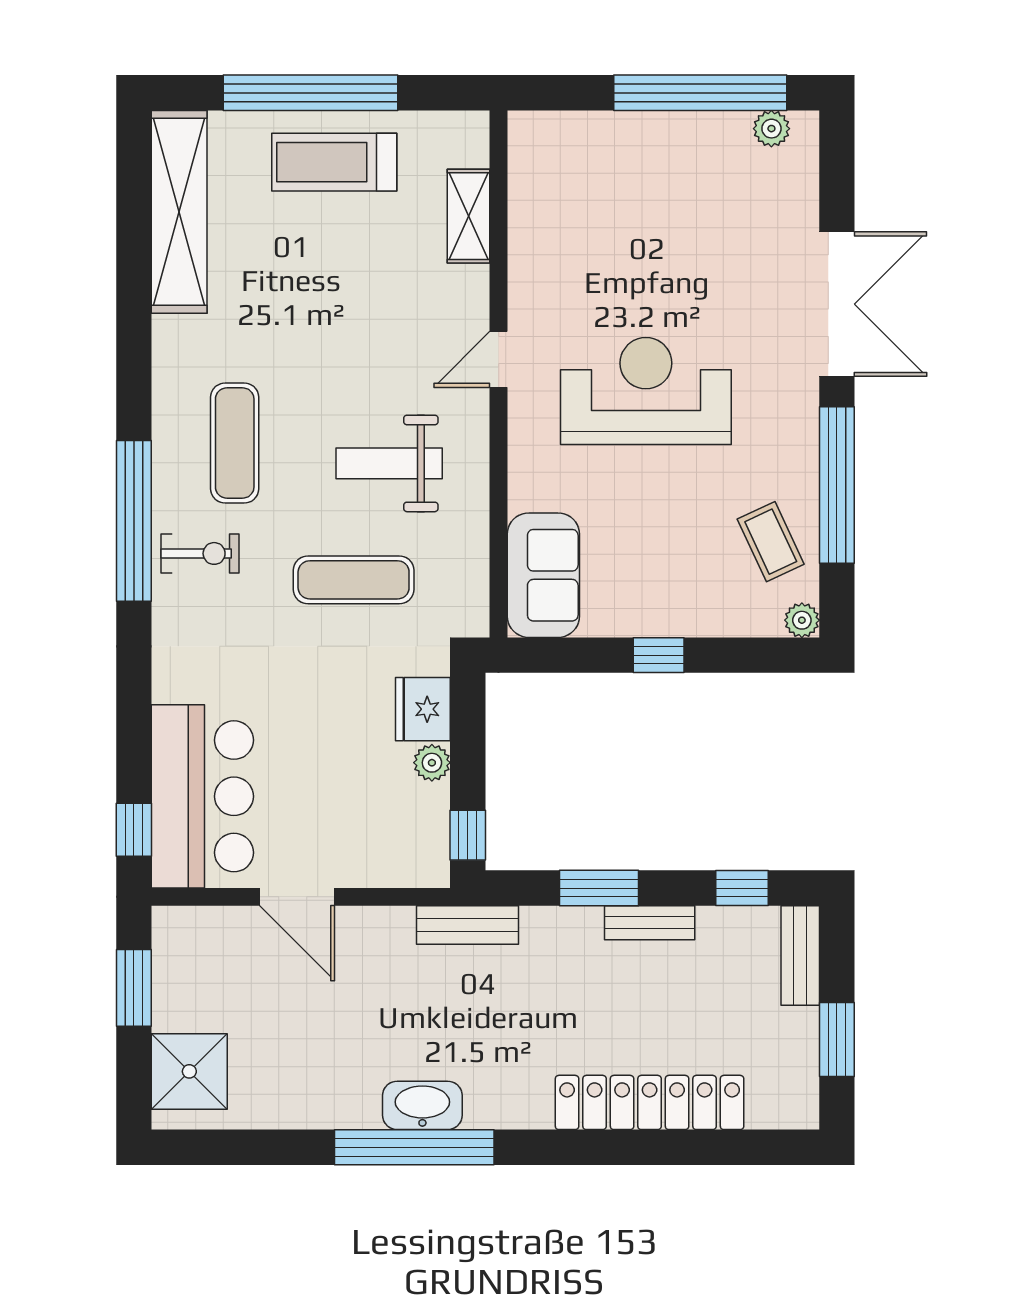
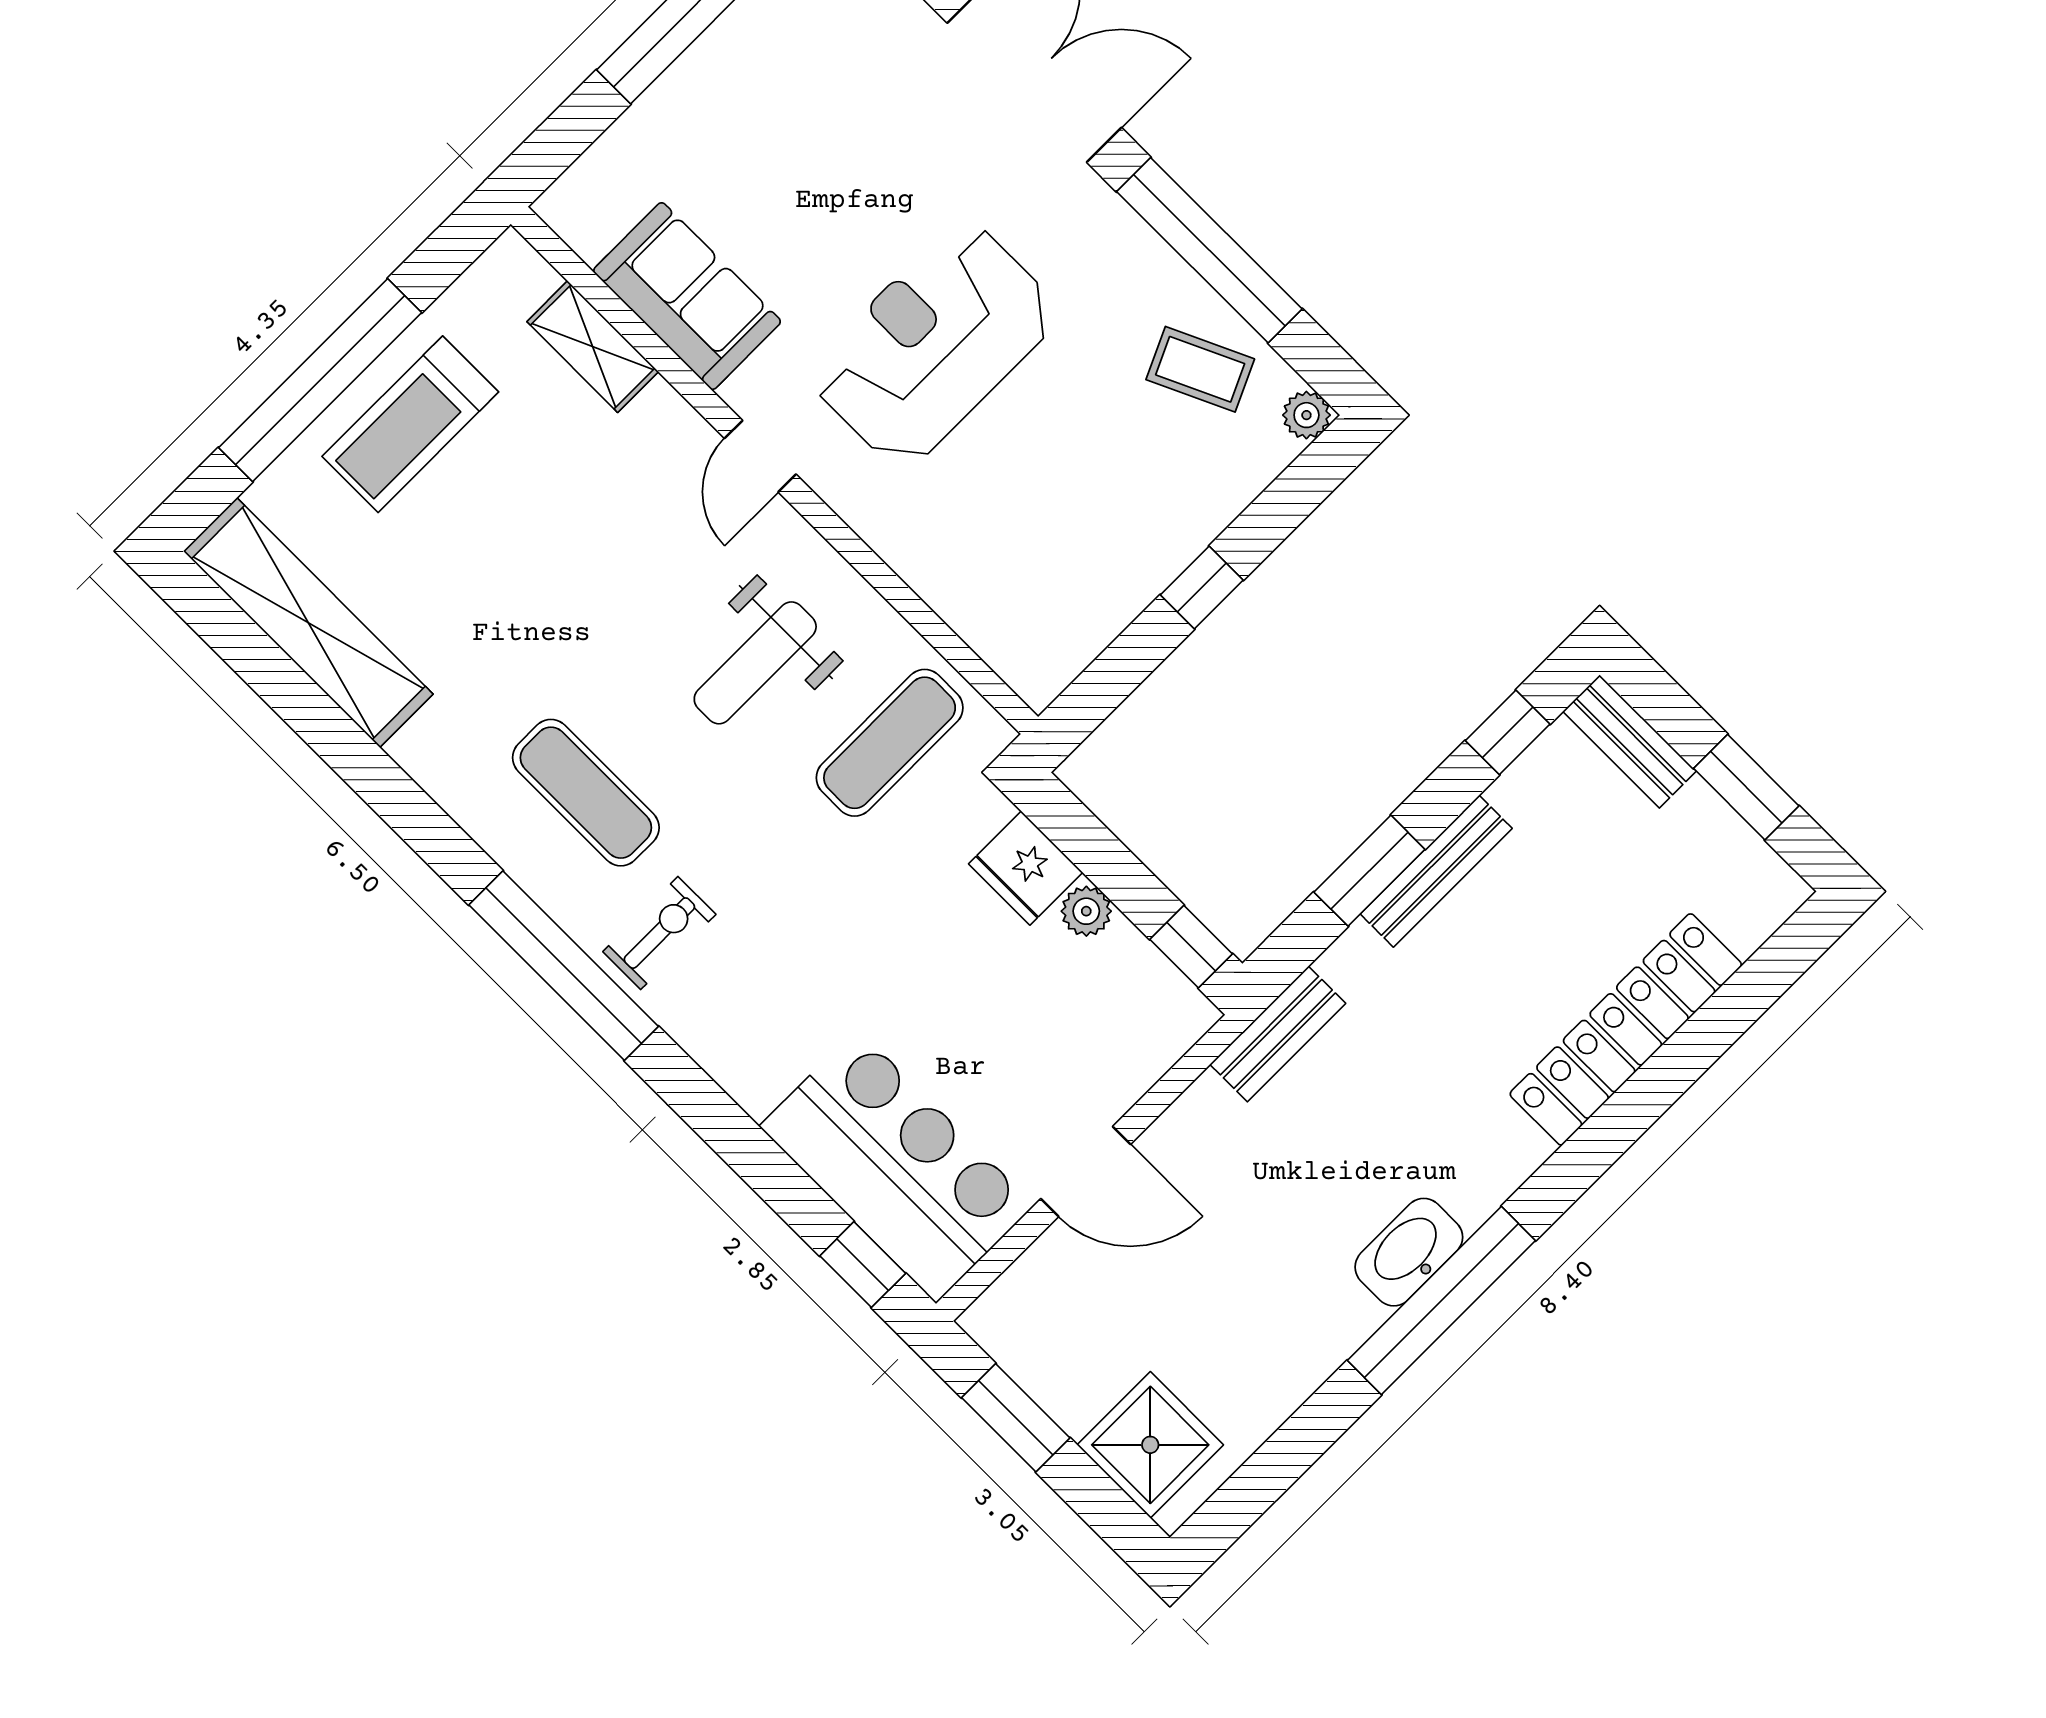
sofa: (543, 575) -> (687, 296), moved
exercise mat: (354, 580) -> (890, 743), moved
bench: (650, 923) -> (1436, 871), width x1.36

